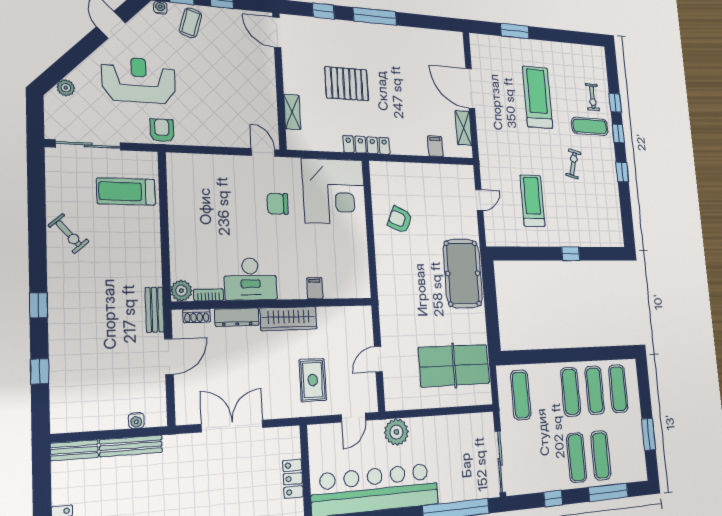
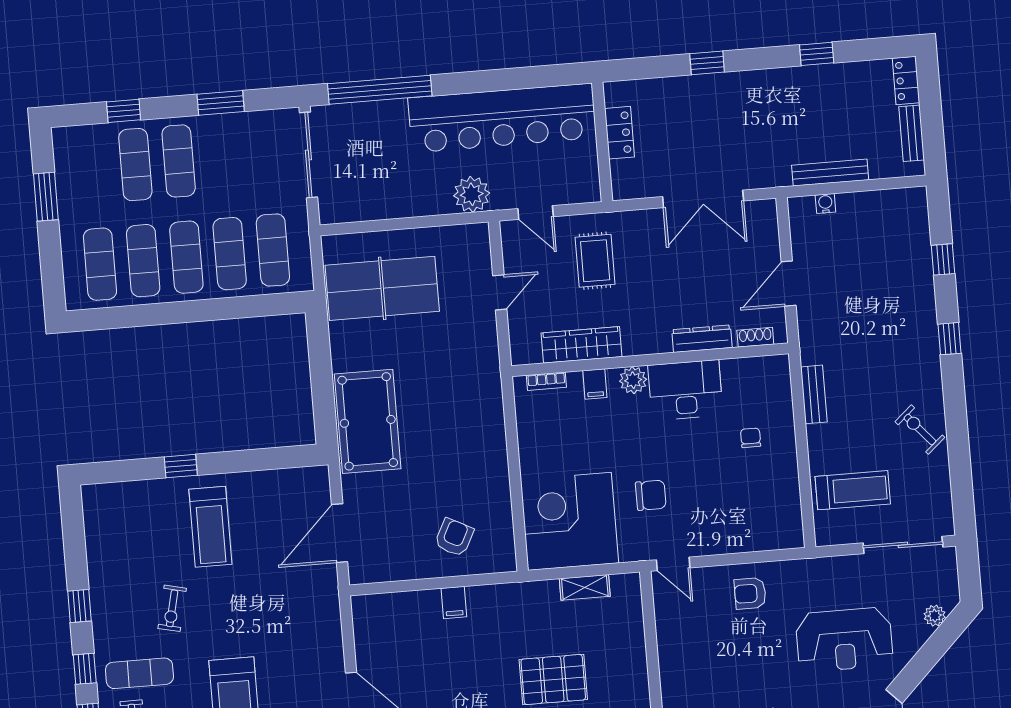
shelving: (292, 112) -> (585, 587), moved, turned 90
shelving: (463, 128) -> (365, 640), removed
armchair: (162, 130) -> (750, 593), moved, turned 90
locker: (367, 145) -> (521, 594), removed
filing cabinet: (435, 146) -> (454, 603), moved
door: (479, 200) -> (340, 533), width x1.87
treadmill: (532, 201) -> (210, 527), moved
armchair: (400, 220) -> (454, 537), moved, turned -87
chair: (203, 239) -> (751, 438), added
plant: (181, 291) -> (633, 380), moved
bookcase: (209, 295) -> (546, 381), moved
bench: (155, 310) -> (814, 394), moved
wardrobe: (289, 319) -> (581, 345), moved
exercise mat: (546, 393) -> (230, 254), added
door: (353, 418) -> (536, 213), swing flipped
bench: (74, 450) -> (912, 133), moved, turned 90
window: (608, 492) -> (124, 111), width x0.46
window: (553, 498) -> (221, 103), width x1.50

